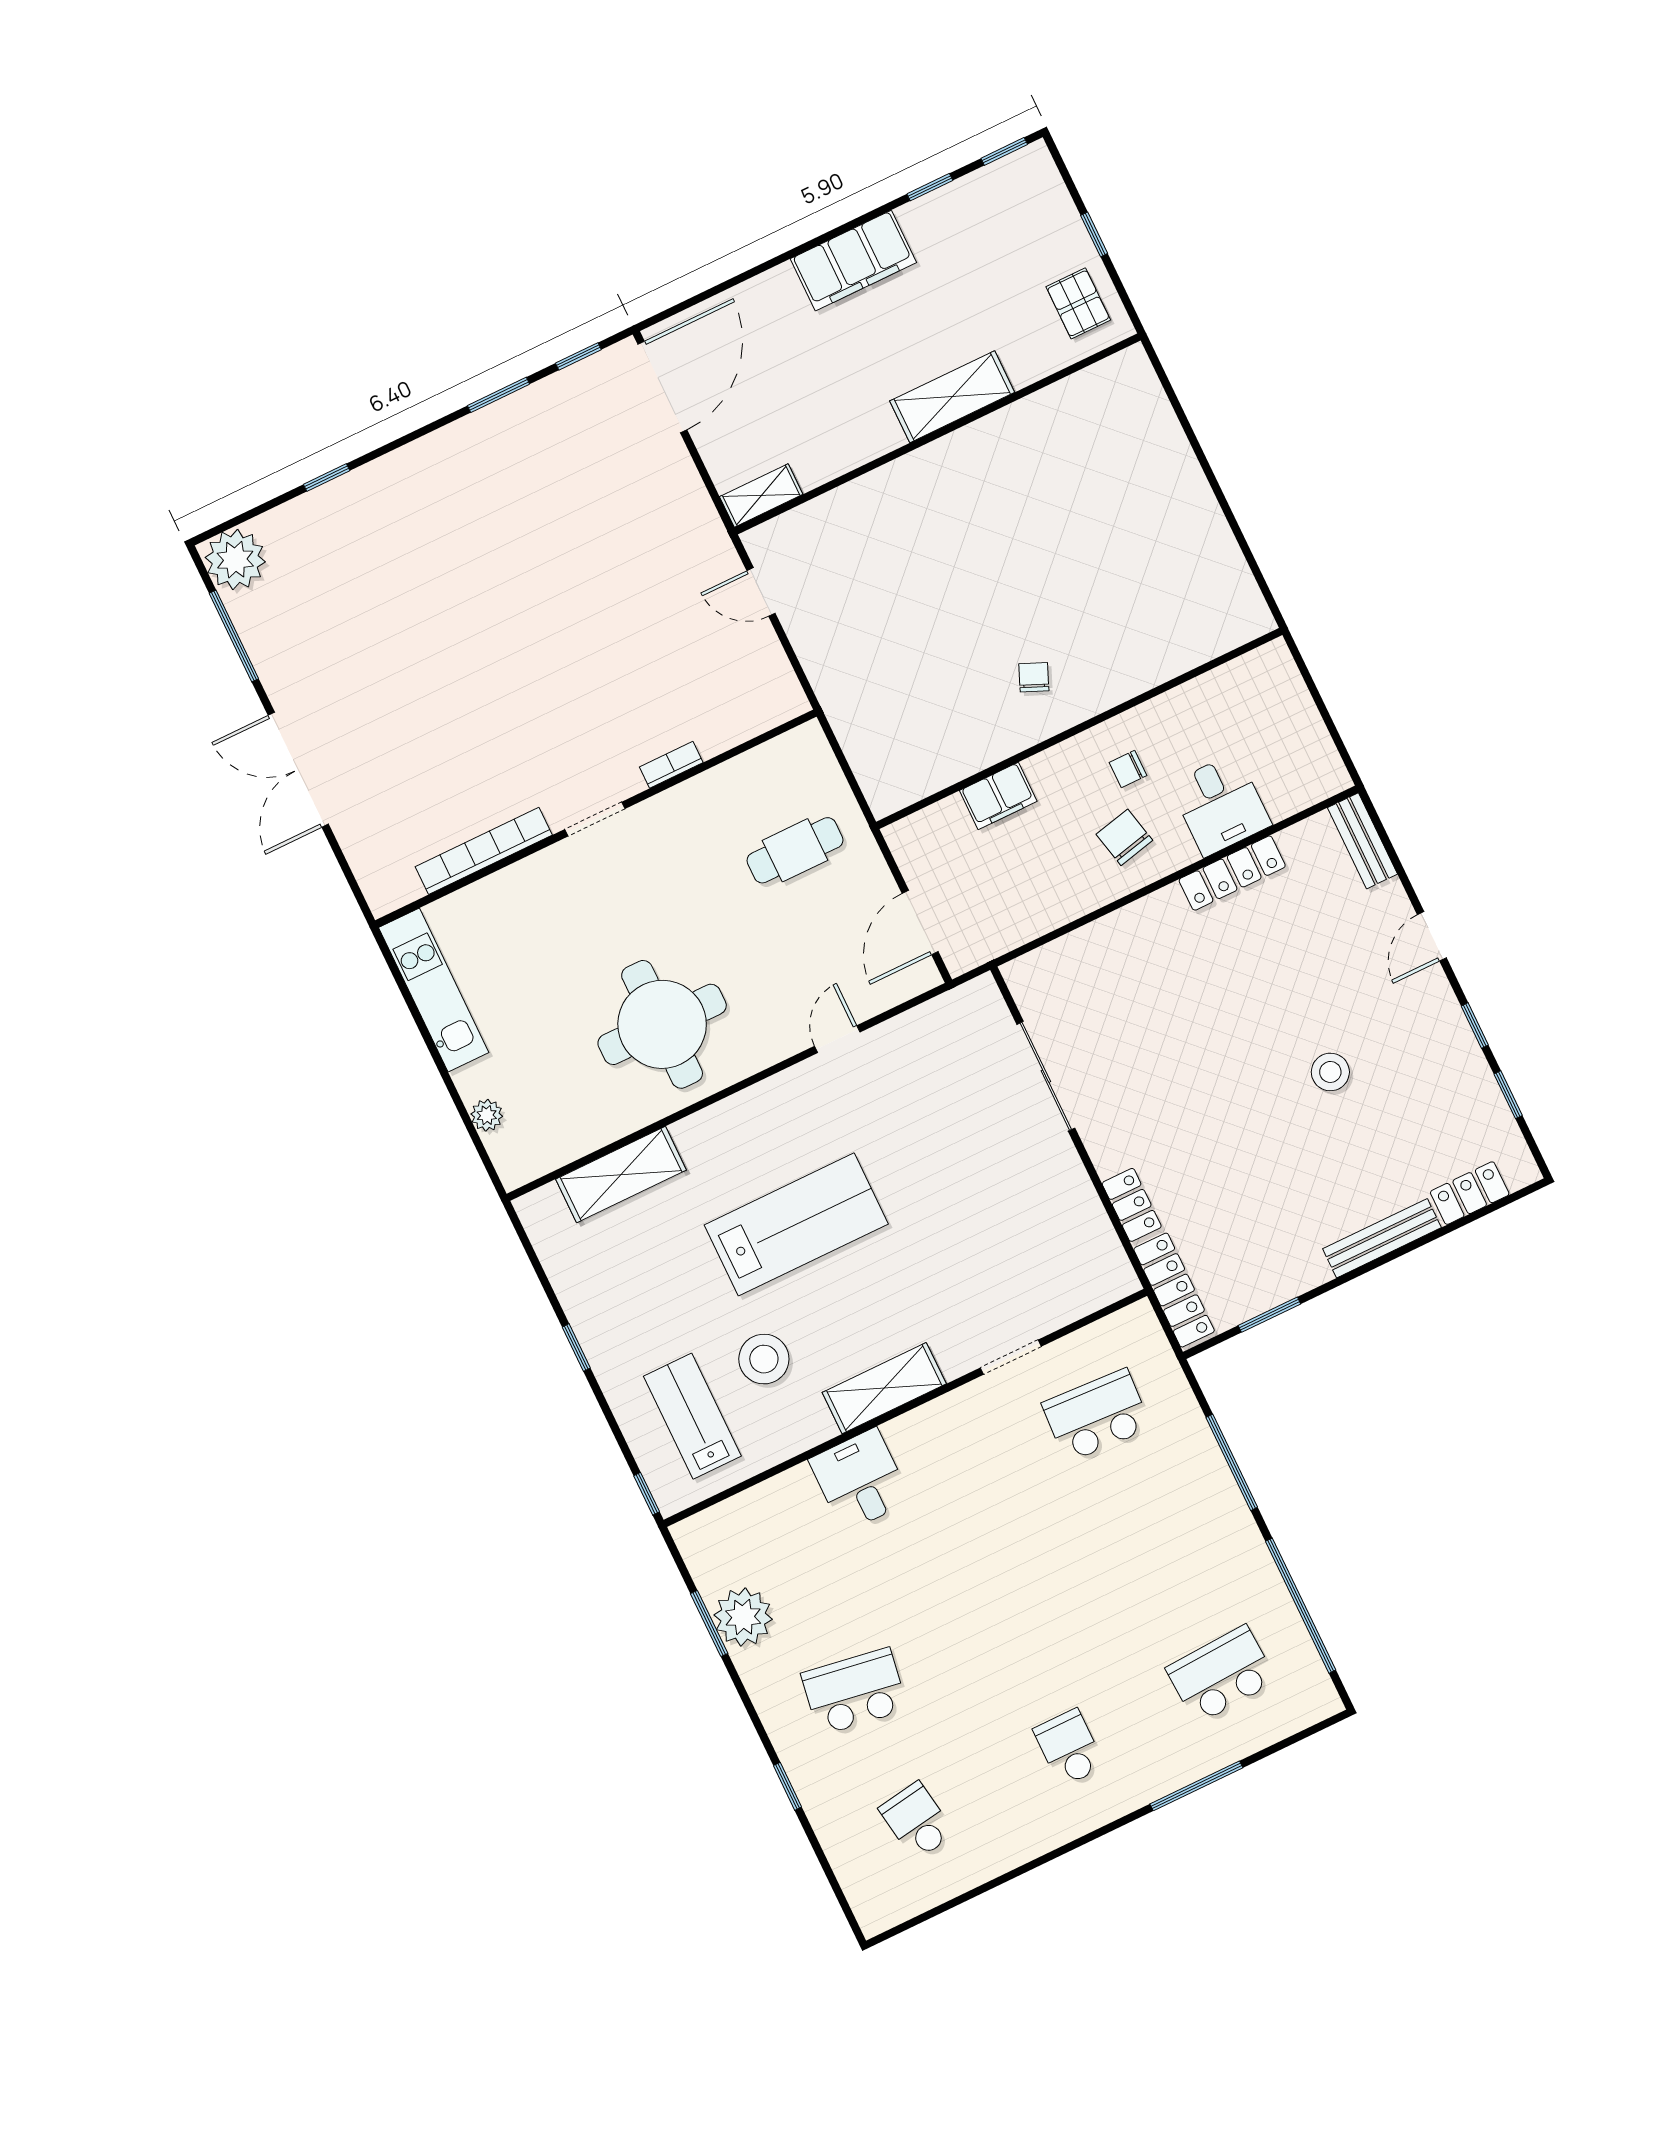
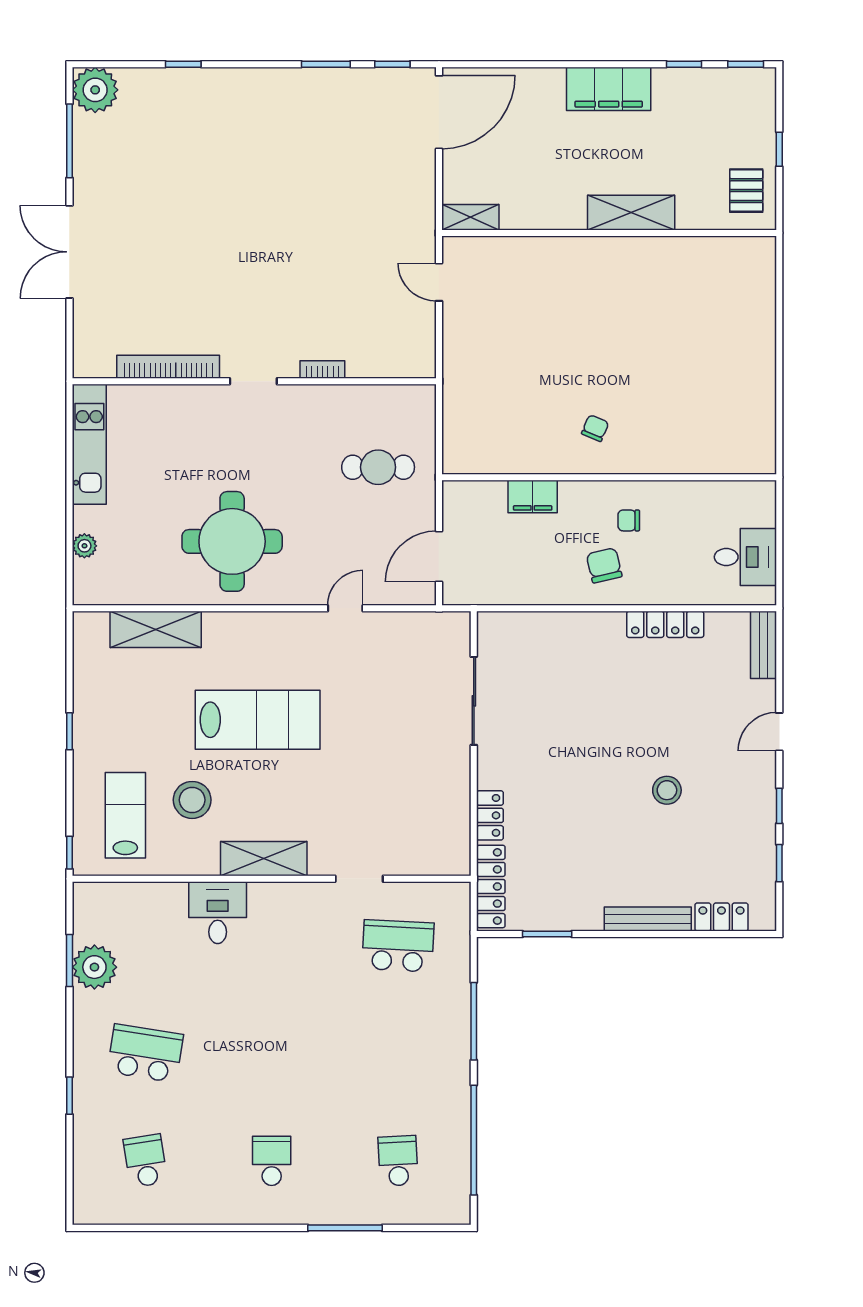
desk: (1220, 805) -> (745, 557), moved, turned -90
school desk: (1221, 1674) -> (398, 1161), width x0.54

